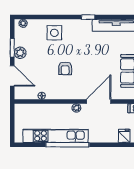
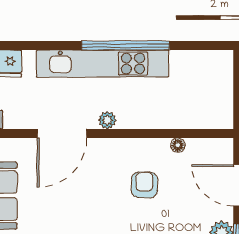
armchair: (65, 68) -> (144, 185), moved
kitchen unit: (55, 136) -> (103, 64), moved

